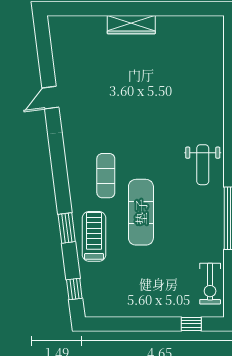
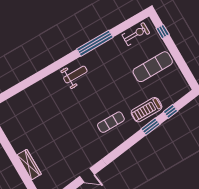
wardrobe: (131, 25) -> (29, 165), moved
exercise mat: (141, 212) -> (153, 67), moved
window: (74, 289) -> (170, 111), moved

